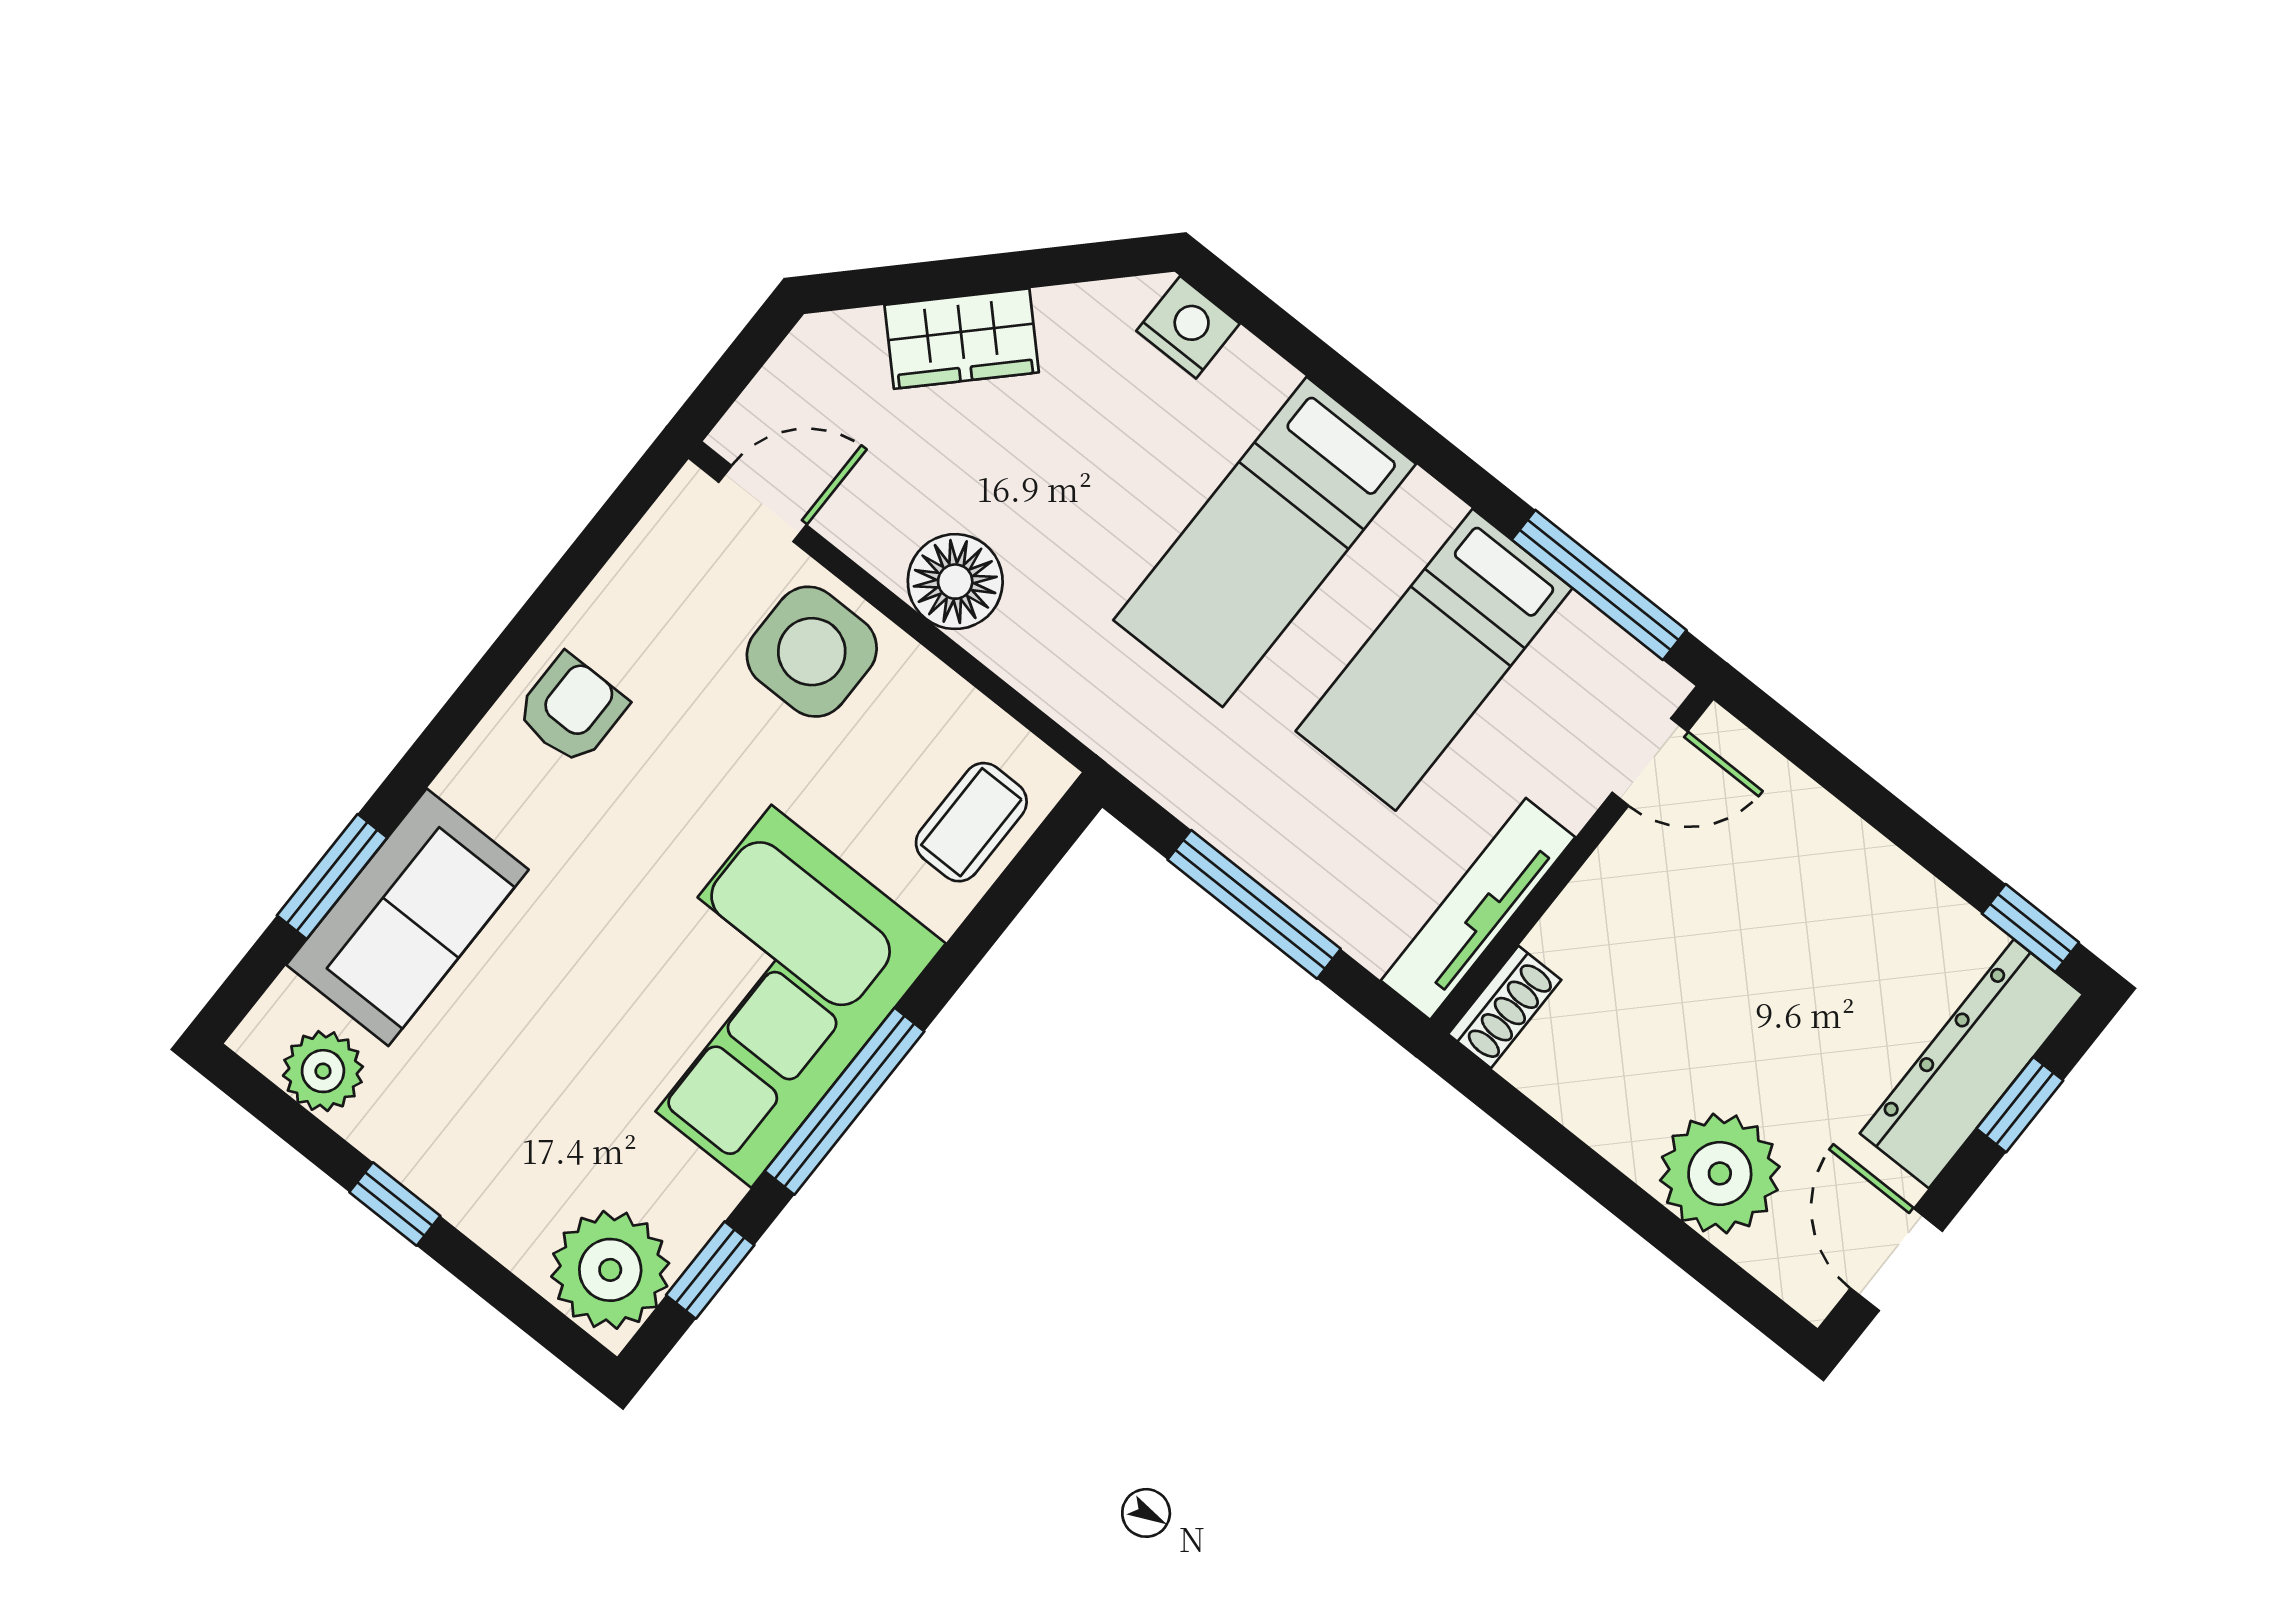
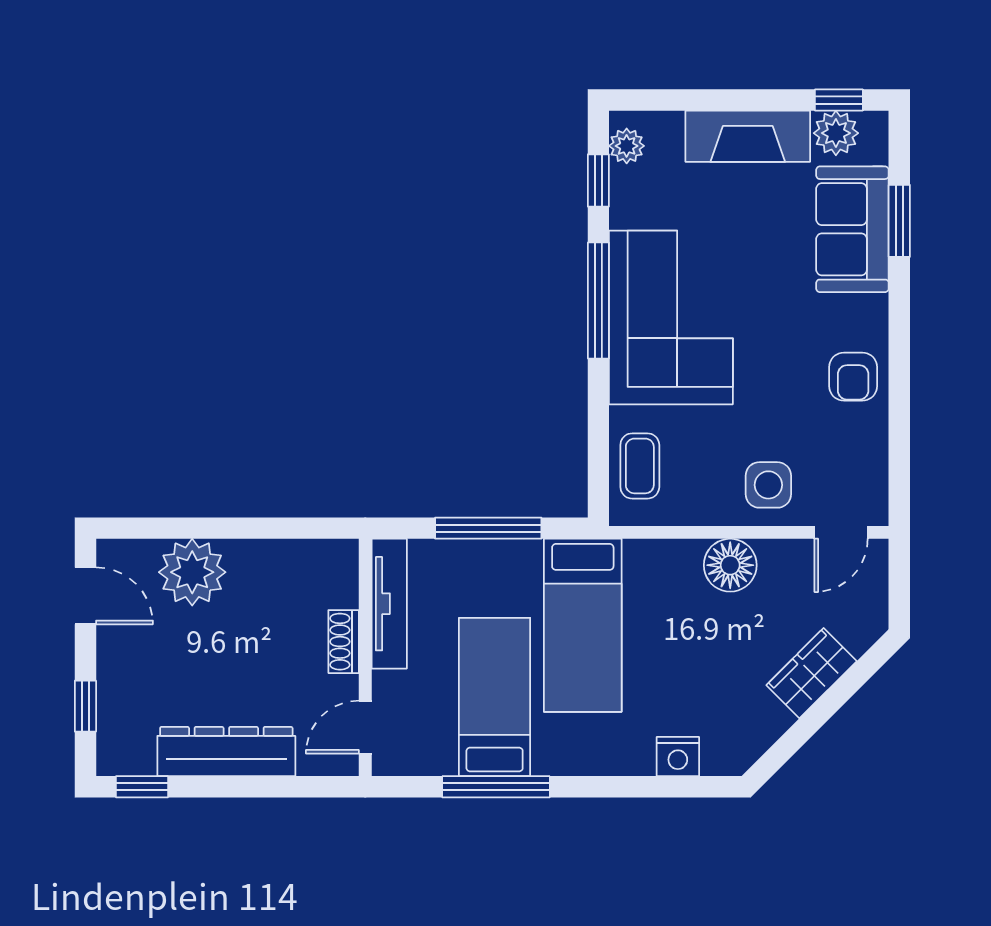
nightstand: (1188, 327) -> (678, 757), moved
bed: (1265, 542) -> (583, 625), moved, turned 180
window: (1599, 585) -> (496, 787), moved
side table: (812, 652) -> (768, 485), width x0.73, depth x0.73
shoe rack: (1505, 1007) -> (344, 642), moved
dresser: (1971, 1064) -> (226, 752), moved, turned -90
fireplace: (451, 1165) -> (748, 136), added
window: (395, 1204) -> (839, 100), moved
plant: (610, 1270) -> (627, 146), width x0.53, depth x0.53

